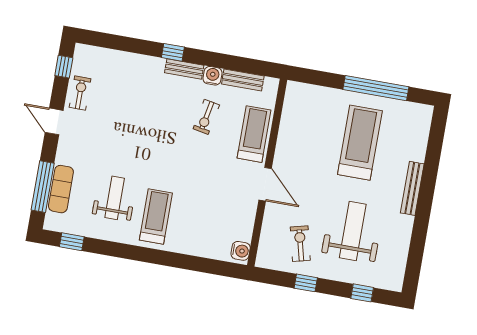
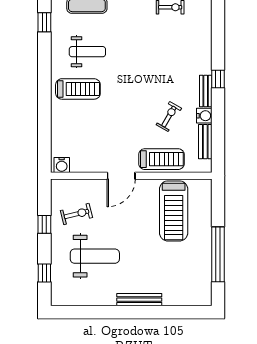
exercise bike: (206, 117) -> (169, 117), turned 109
treadmill: (360, 143) -> (174, 211), moved, turned 90

